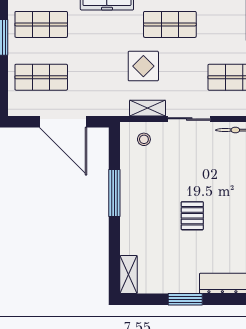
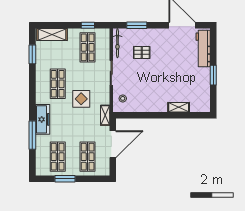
shelving: (148, 108) -> (105, 115), moved
window: (114, 193) -> (153, 115), removed
pallet: (192, 216) -> (142, 52), moved
shelving: (129, 275) -> (179, 107), moved

